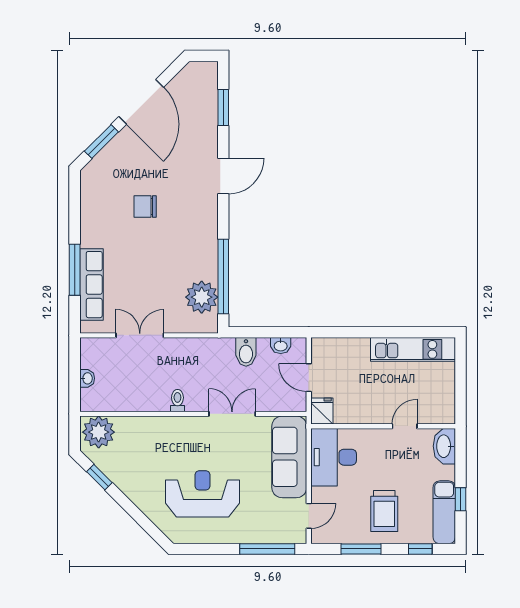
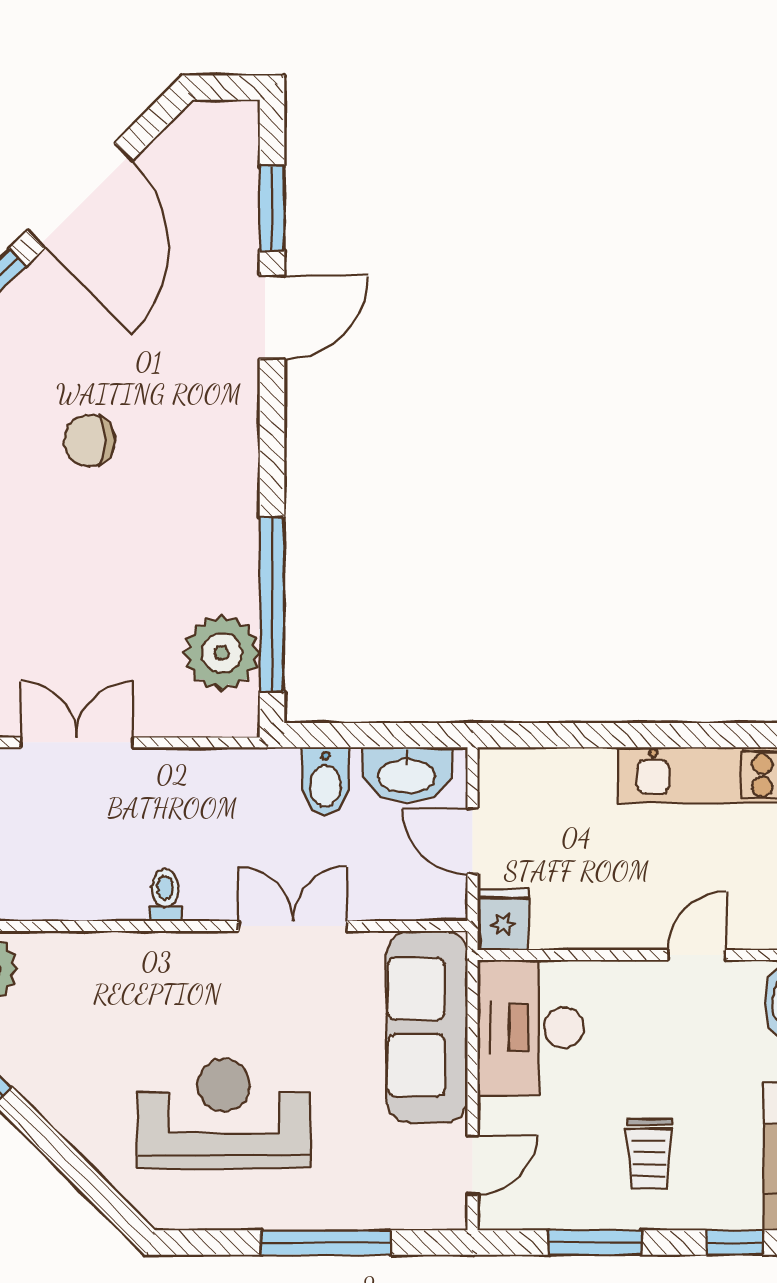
door: (223, 176) -> (272, 317), moved
washbasin: (281, 346) -> (407, 775), width x1.91, depth x1.45
trolley: (384, 511) -> (649, 1153), width x0.73, depth x0.72
window: (267, 549) -> (326, 1243), moved

